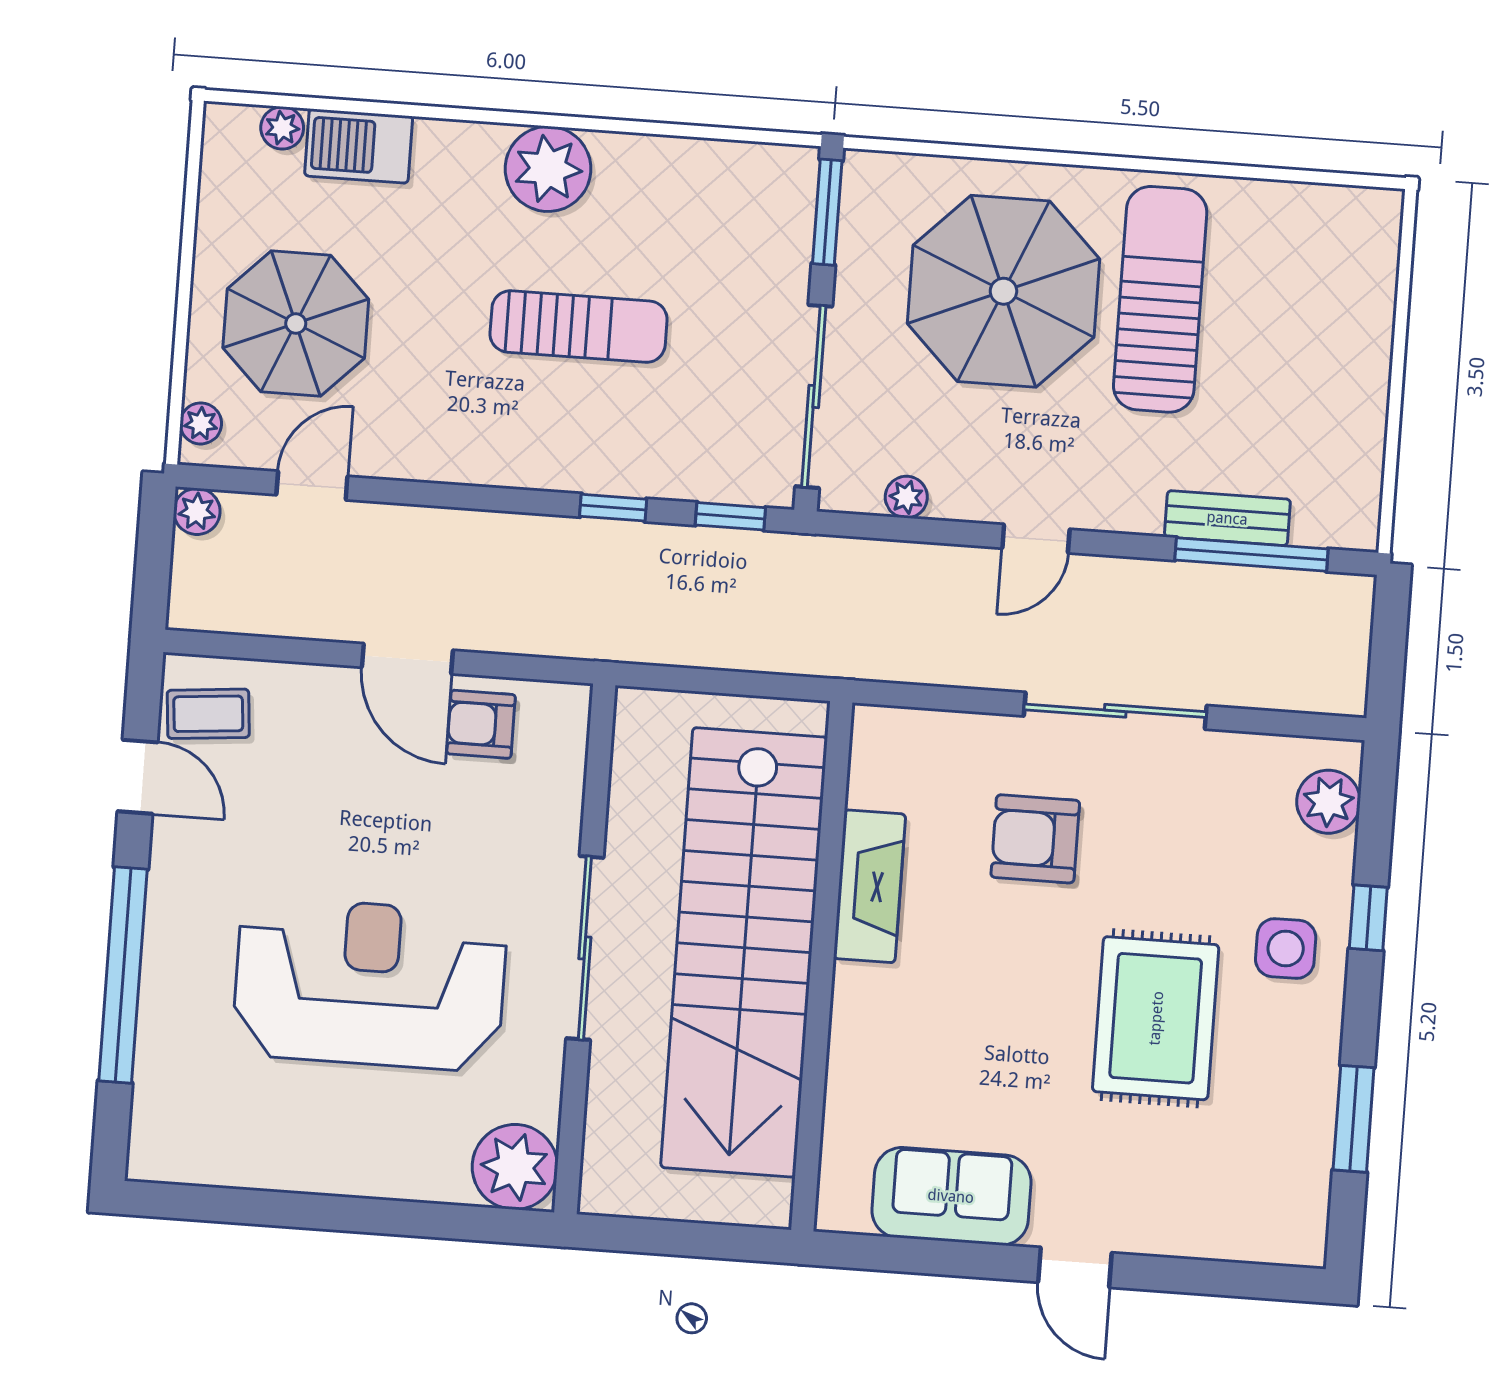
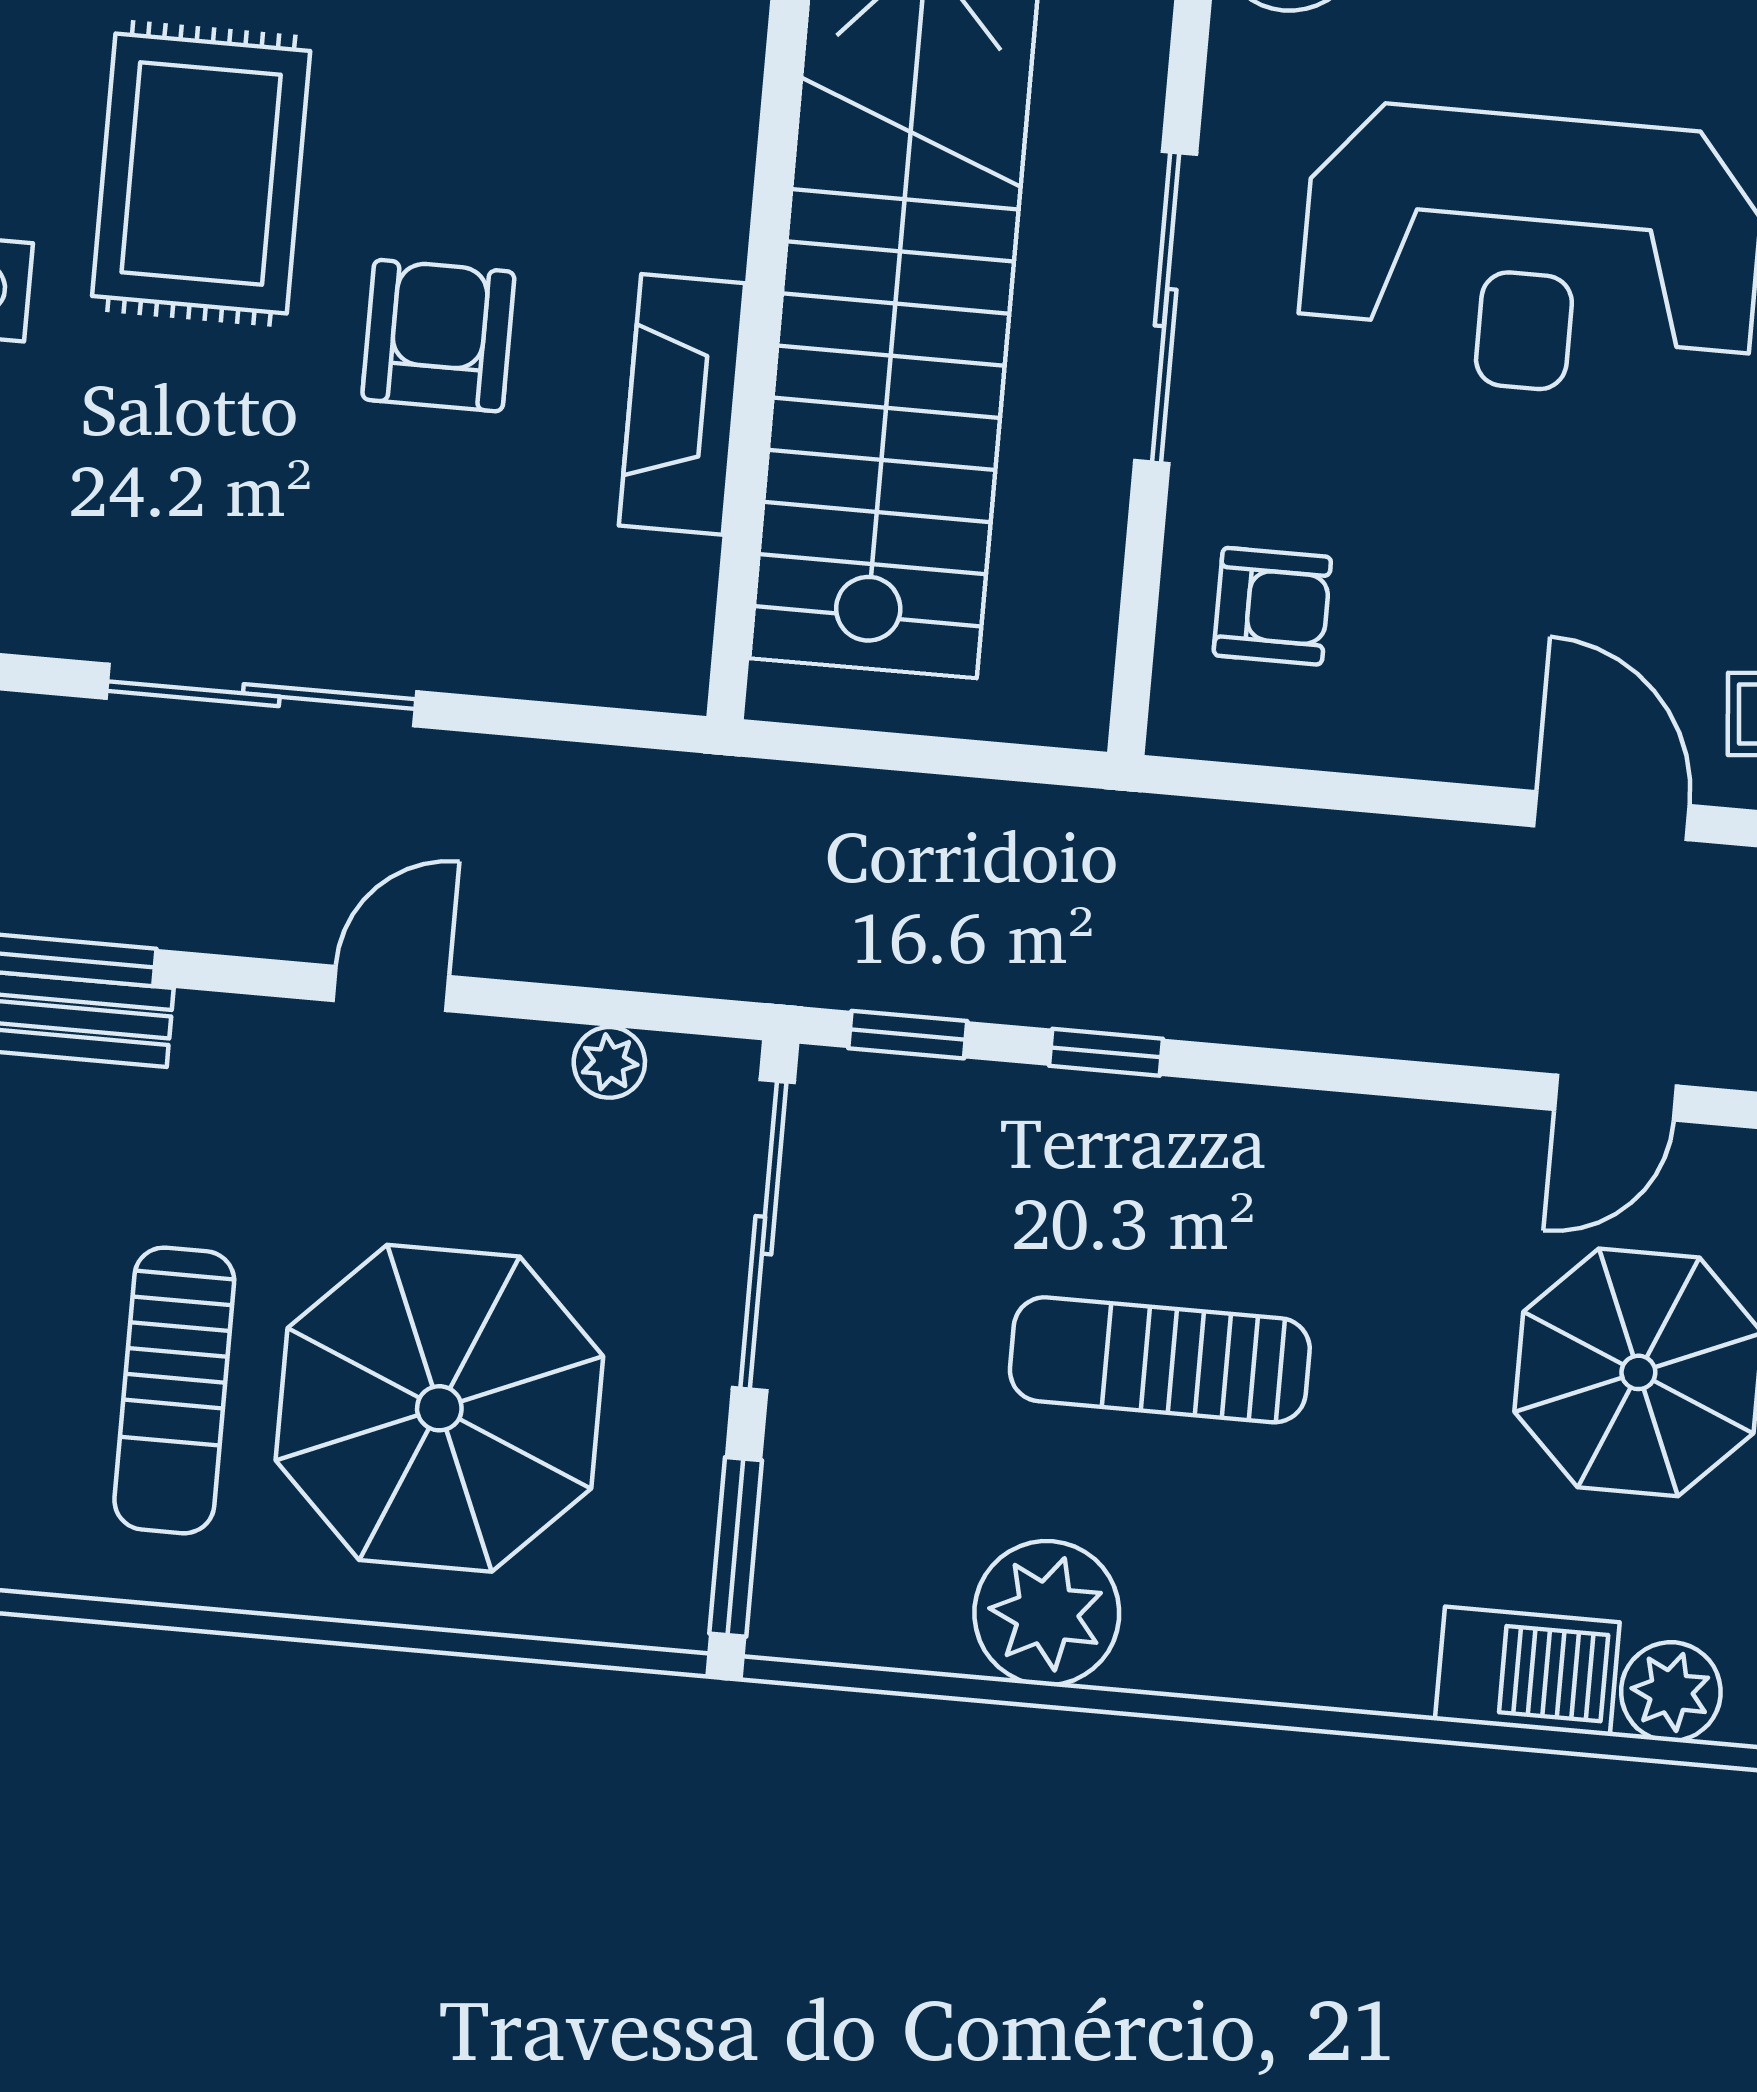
plant: (282, 128) -> (1671, 1692), width x1.38, depth x1.38
plant: (548, 169) -> (1047, 1613), moved
sun lounger: (1160, 299) -> (174, 1390), width x0.73, depth x0.75
door: (407, 659) -> (1612, 816), moved
armchair: (481, 724) -> (1272, 606), moved
armchair: (1035, 839) -> (438, 336), moved, turned -90

